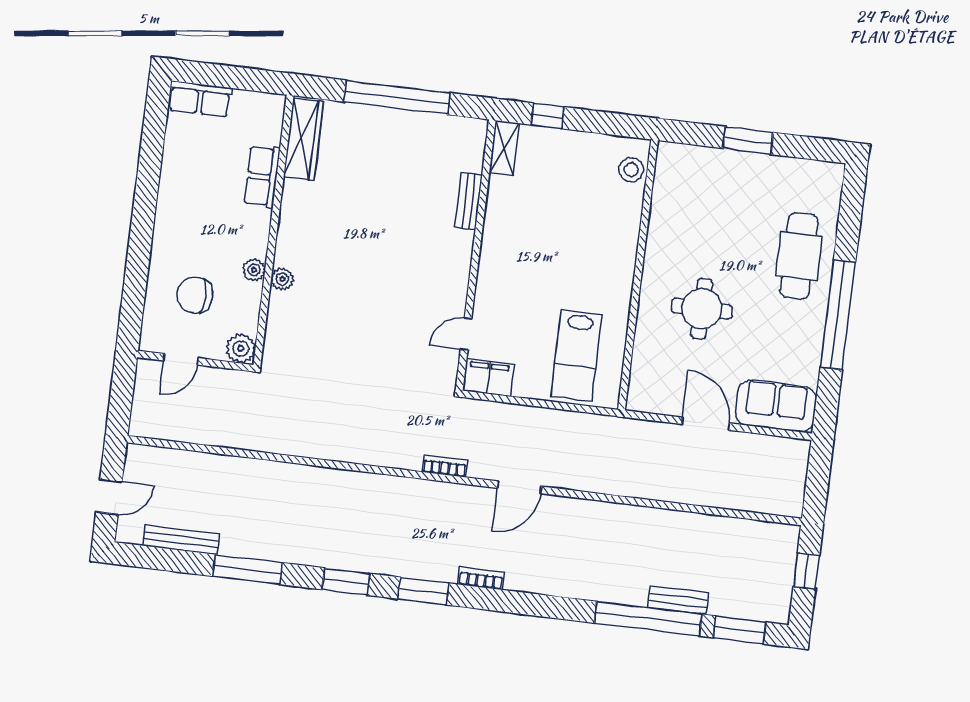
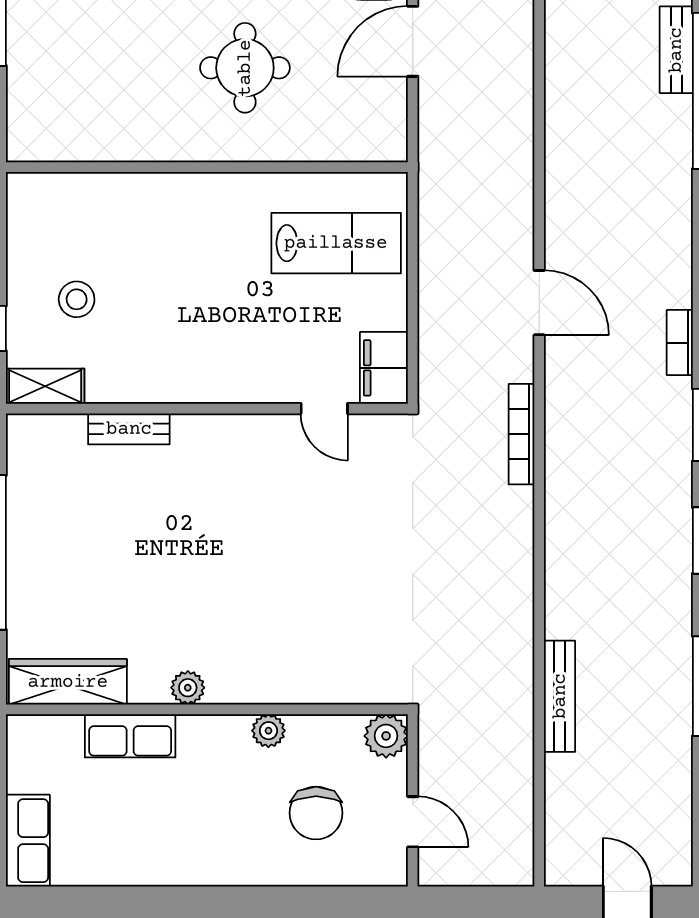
stool: (631, 170) -> (77, 299), moved
plant: (282, 279) -> (188, 688), moved
bookcase: (445, 466) -> (522, 434), width x1.56
bench: (181, 540) -> (560, 696), moved

